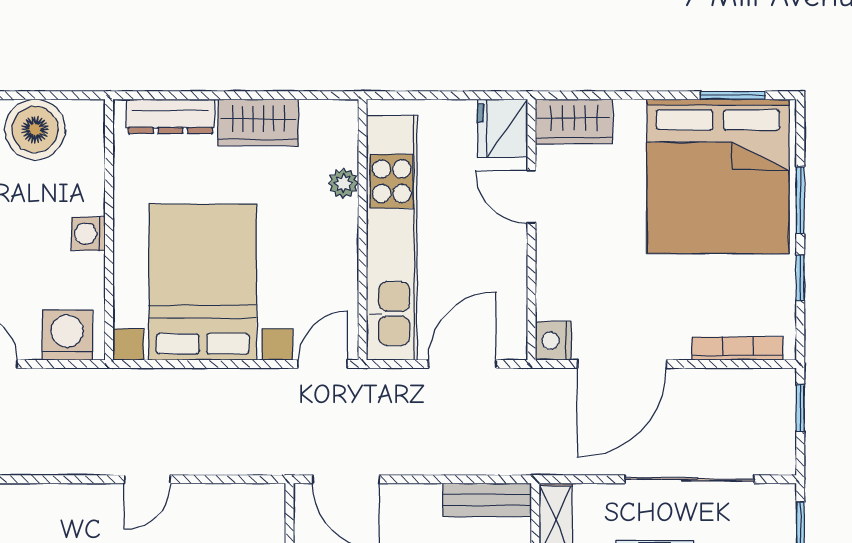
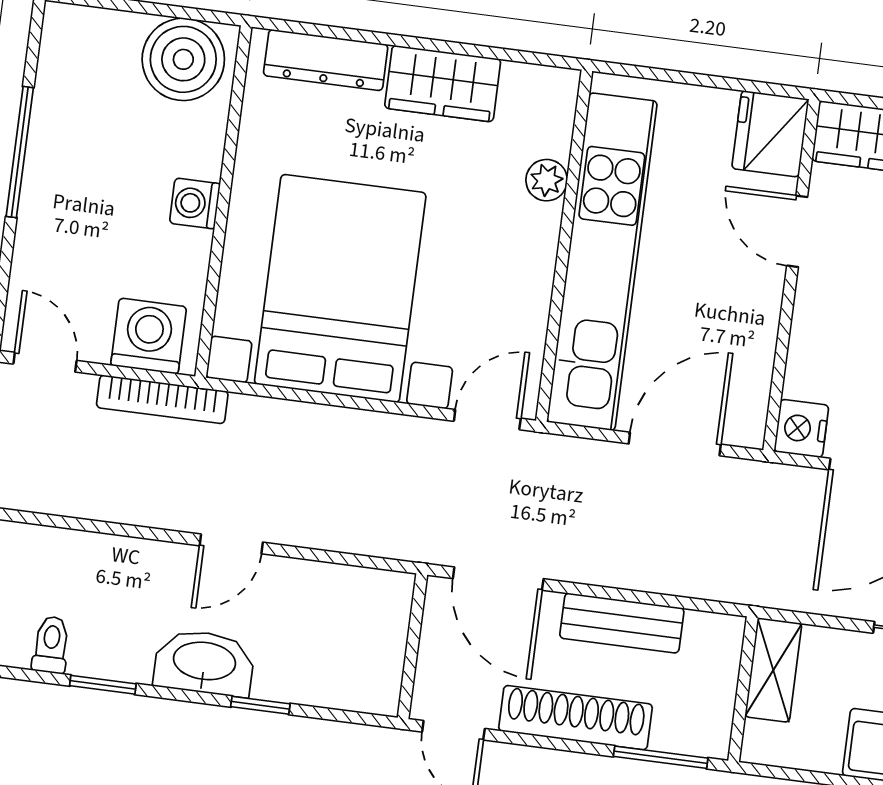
boiler: (35, 129) -> (183, 59), moved
bookcase: (83, 380) -> (162, 399), added
bench: (487, 500) -> (622, 623), moved

